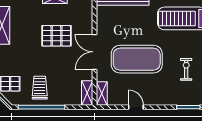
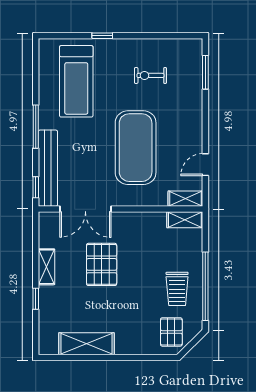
double door: (95, 52) -> (85, 209), moved
trolley: (40, 88) -> (177, 289), turned -90
door: (136, 107) -> (205, 165), moved

